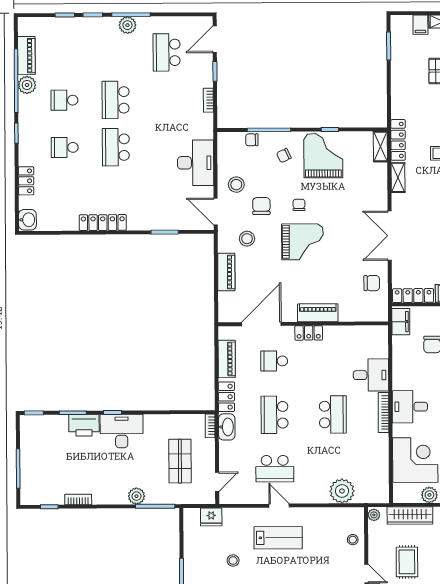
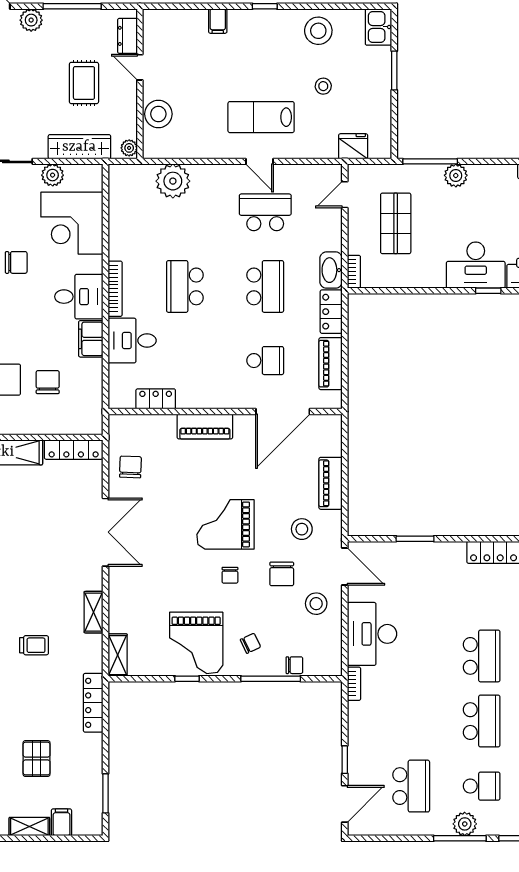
school desk: (115, 53) -> (482, 786), added
bookcase: (208, 100) -> (354, 684), moved
locker: (398, 140) -> (93, 703), moved
chair: (372, 283) -> (130, 467), turned 92
filing cabinet: (401, 322) -> (91, 339), moved
locker: (309, 333) -> (156, 399), moved
stool: (353, 540) -> (158, 114), width x1.89, depth x1.89

